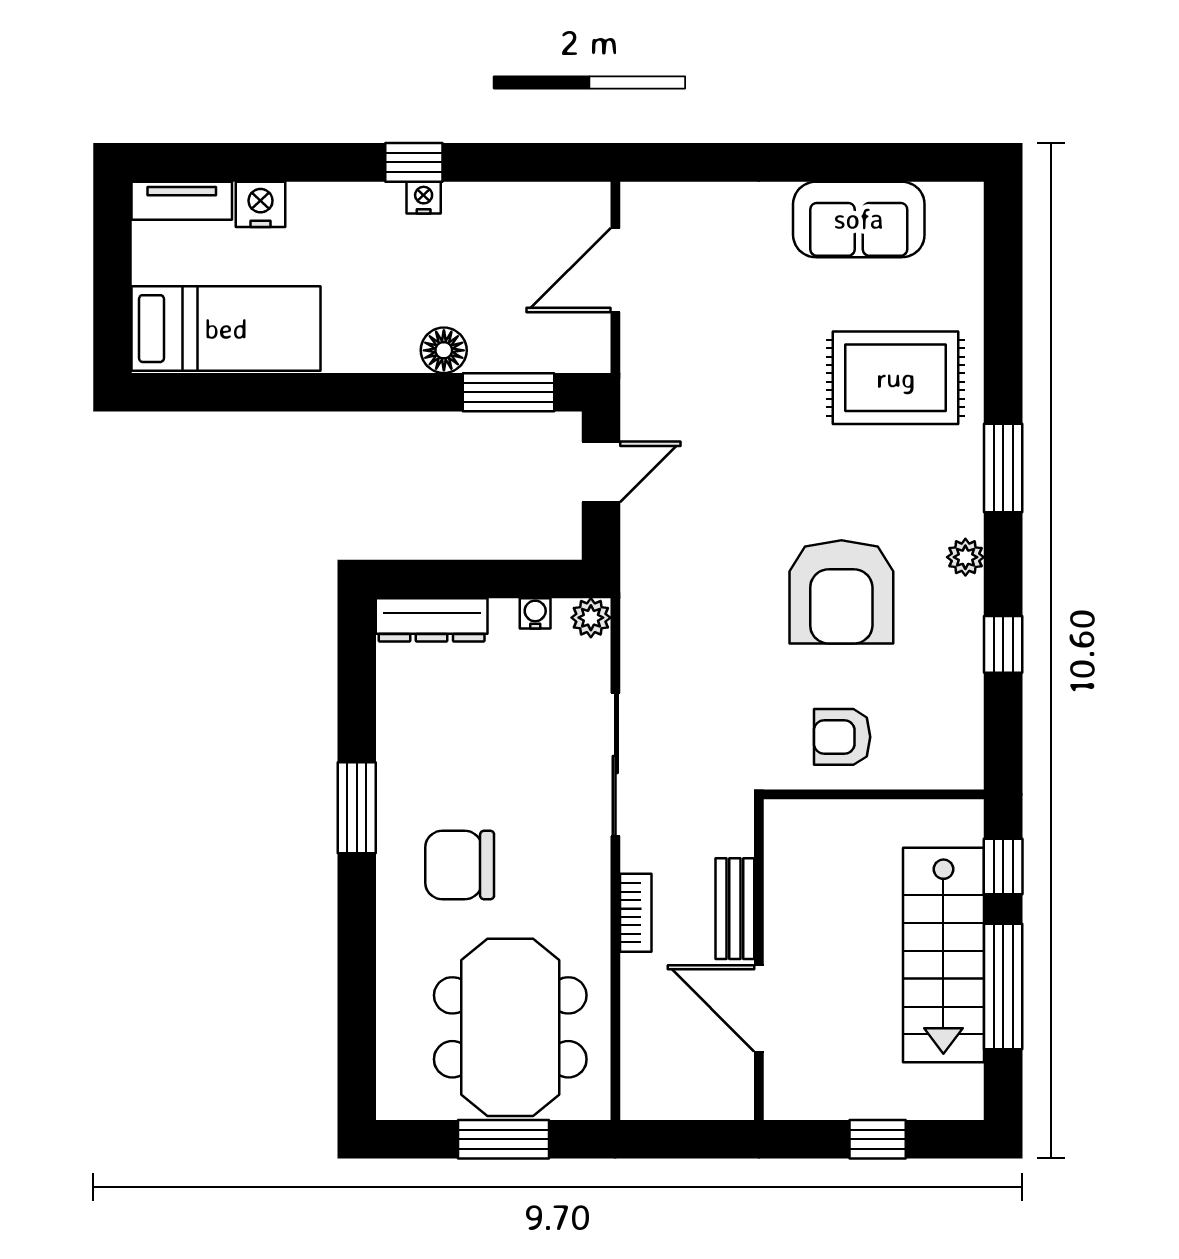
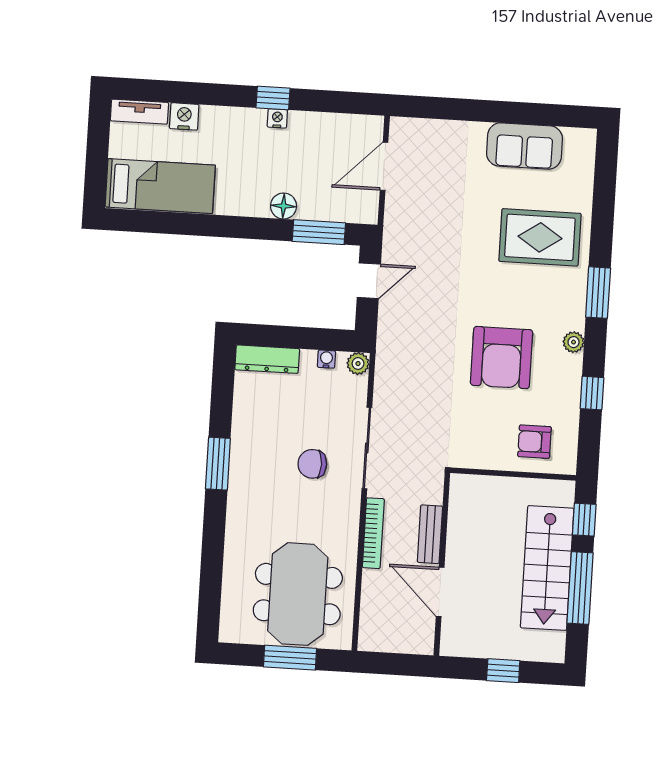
armchair: (842, 737) -> (534, 442), moved
chair: (460, 865) -> (312, 464), moved, width x0.73, depth x0.73
bookcase: (636, 913) -> (373, 533), width x1.56

